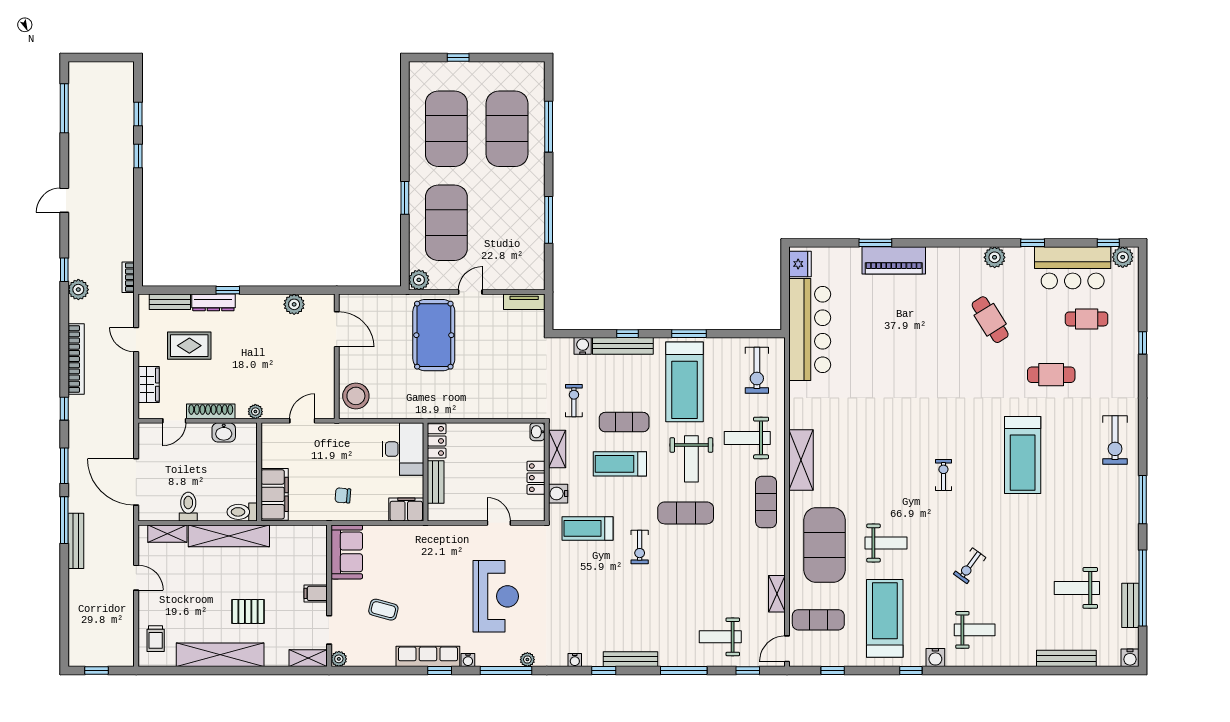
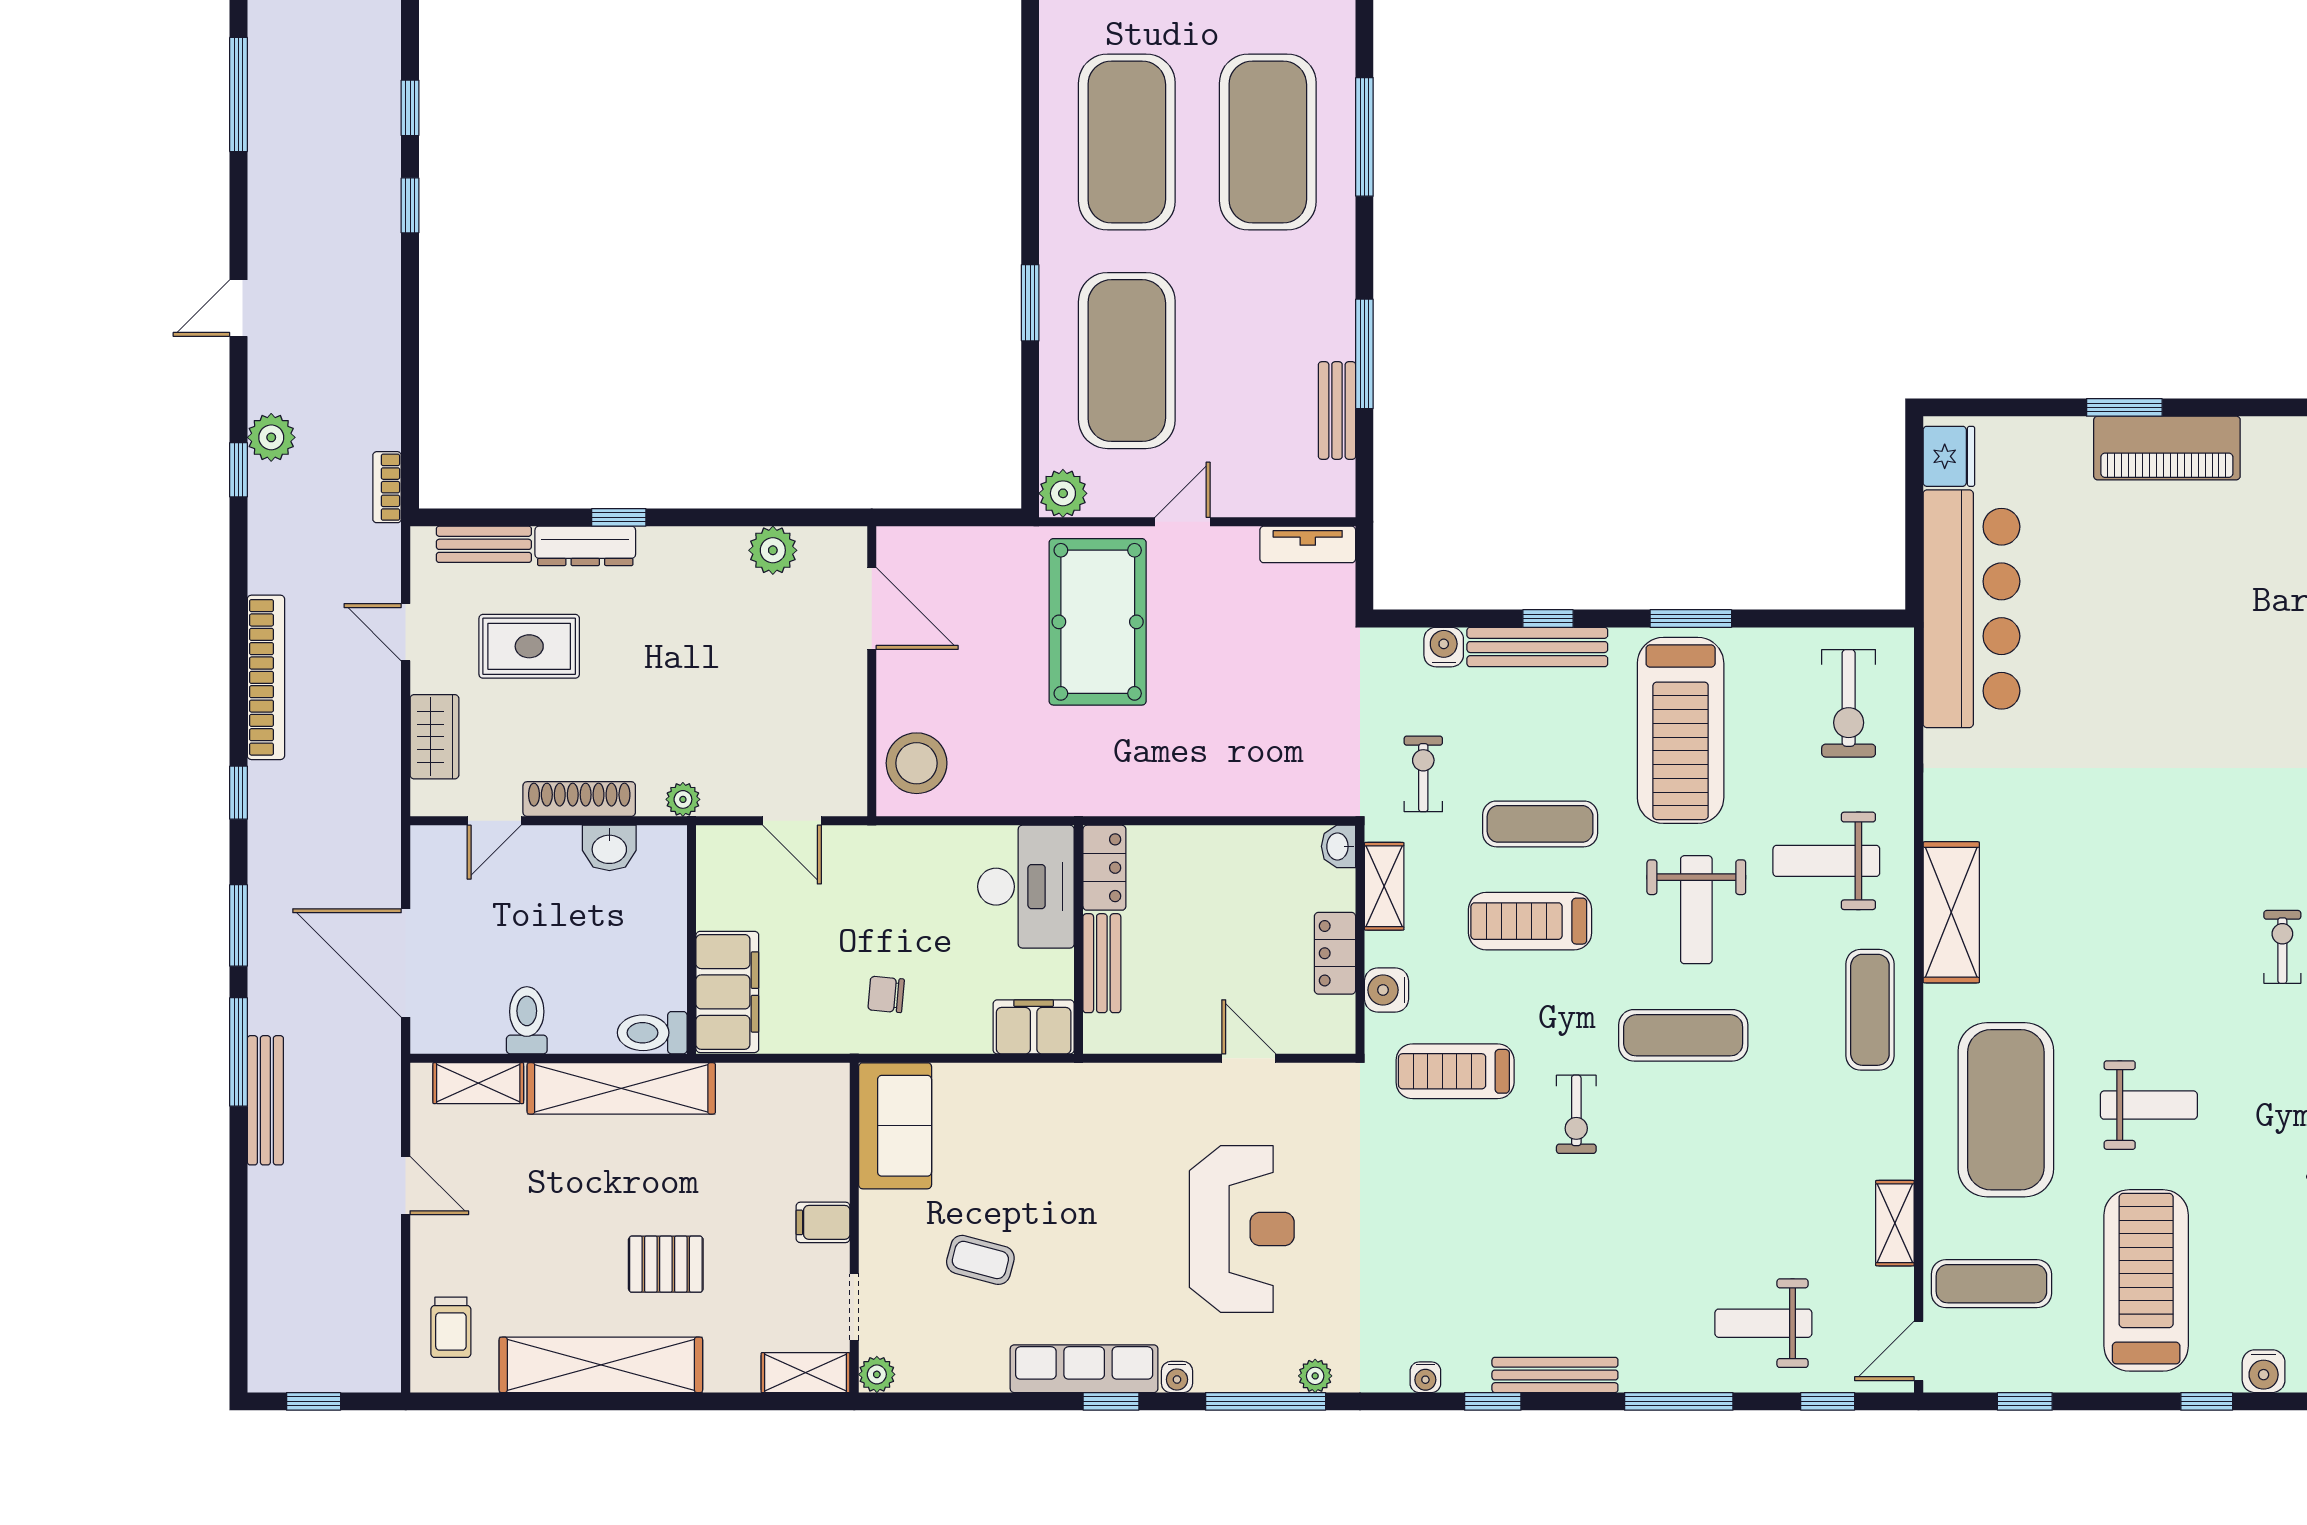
bench: (537, 244) -> (1337, 411), added
plant: (78, 290) -> (271, 437), moved
door: (302, 421) -> (792, 821), swing flipped

